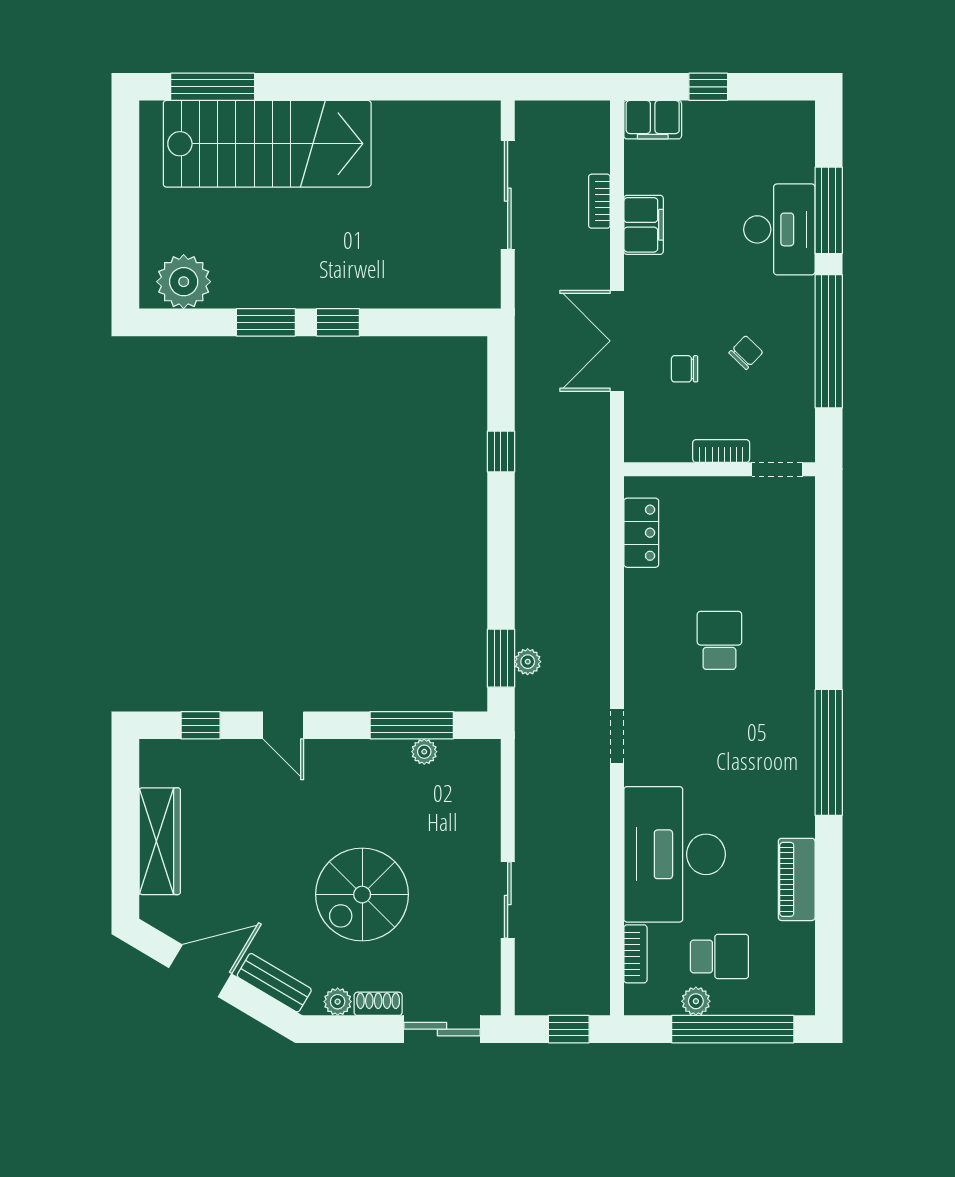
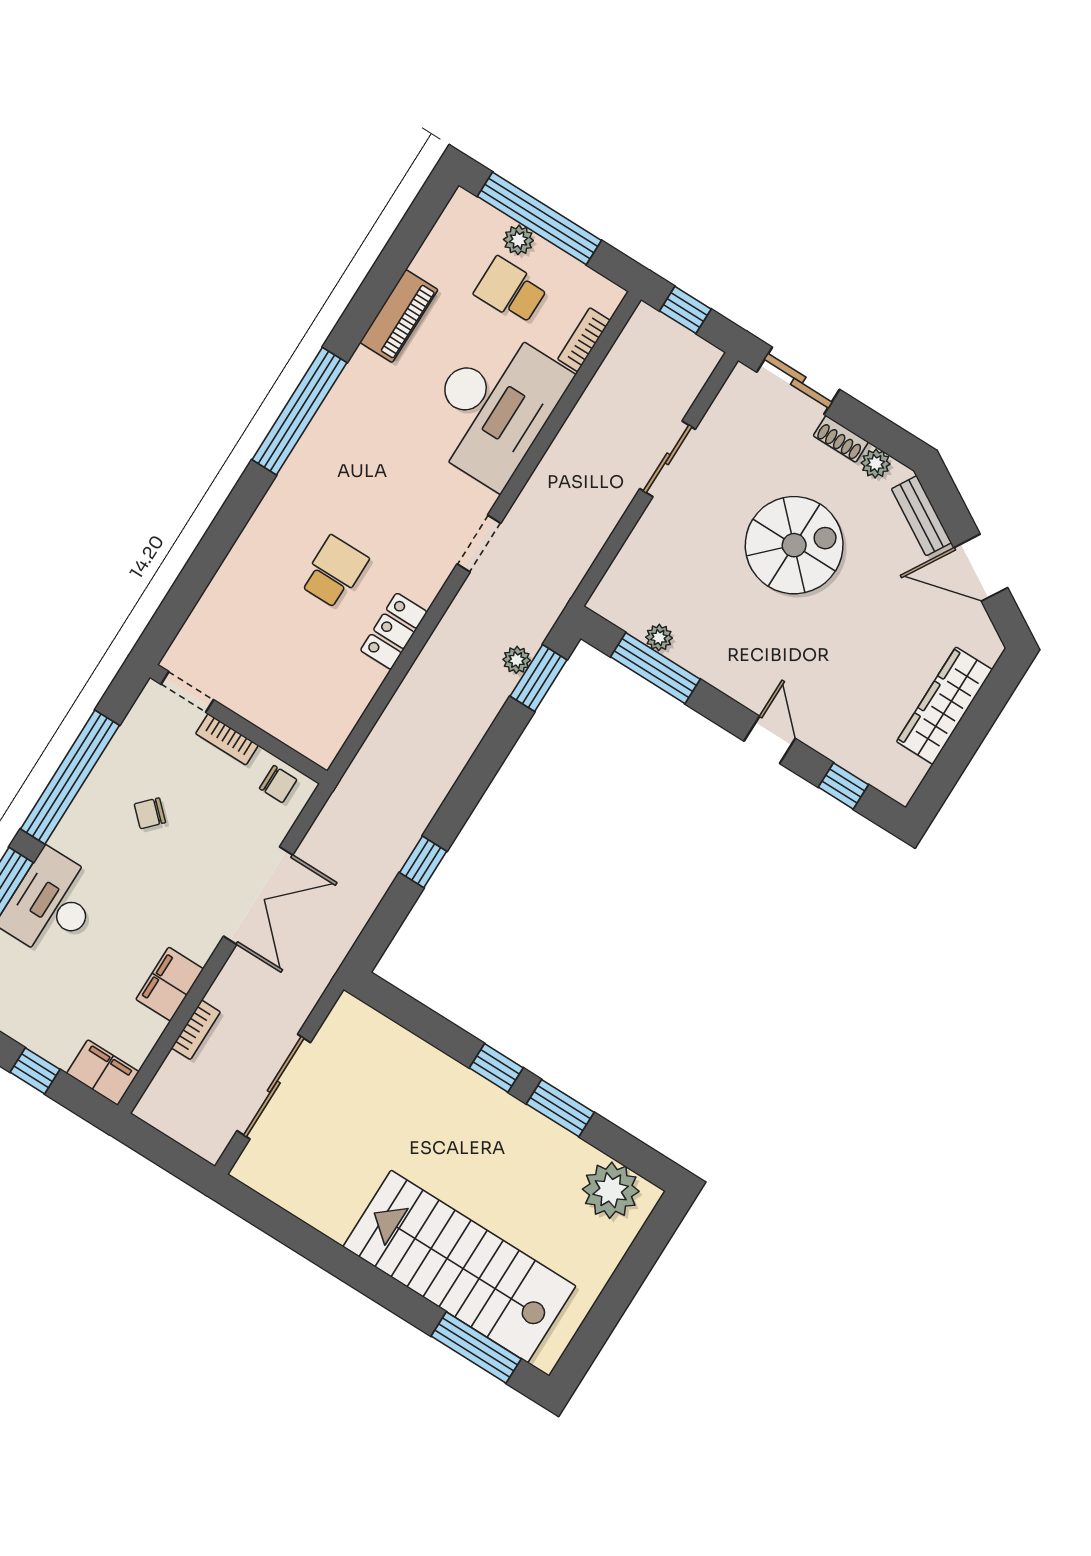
chair: (685, 369) -> (278, 784), moved
locker: (641, 533) -> (394, 631), moved
school desk: (719, 640) -> (334, 572), turned 180
plant: (696, 1001) -> (518, 240), moved

